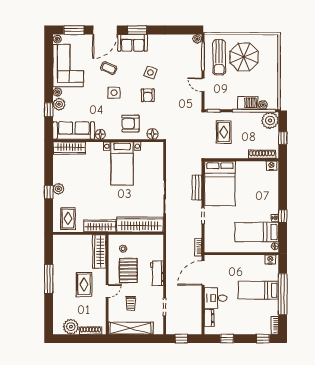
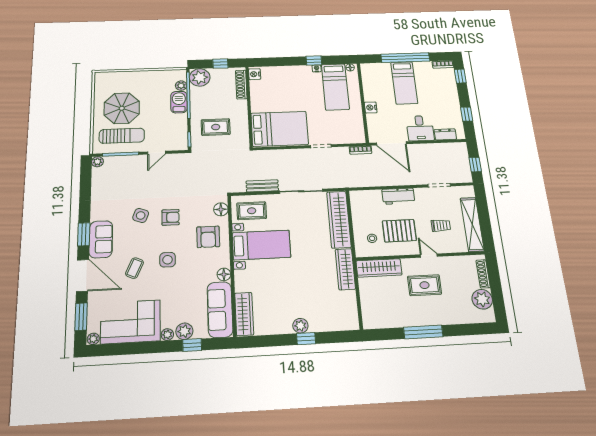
bench: (197, 188) -> (262, 186), moved
rug: (68, 219) -> (252, 211), moved
nightstand: (270, 260) -> (371, 107), moved

